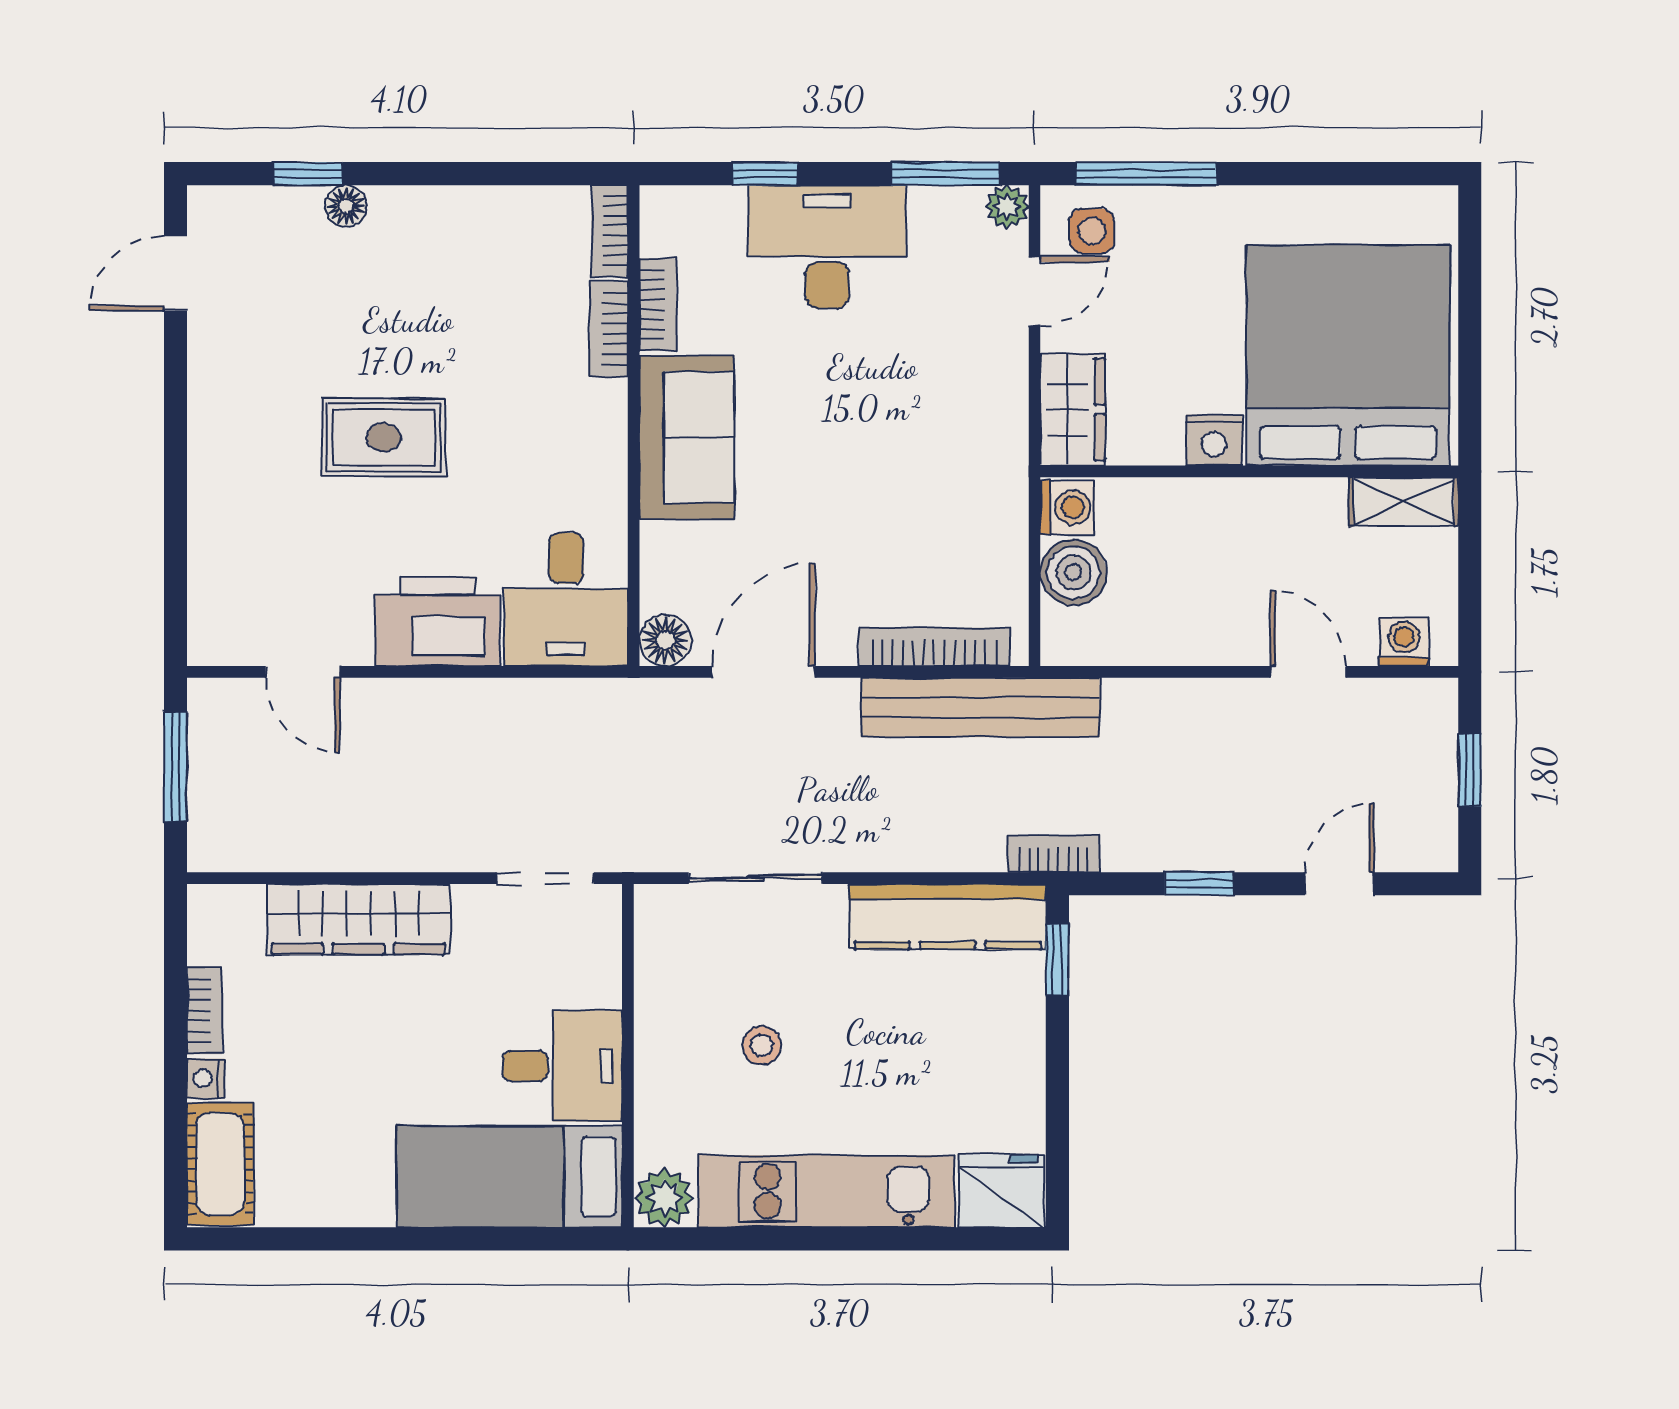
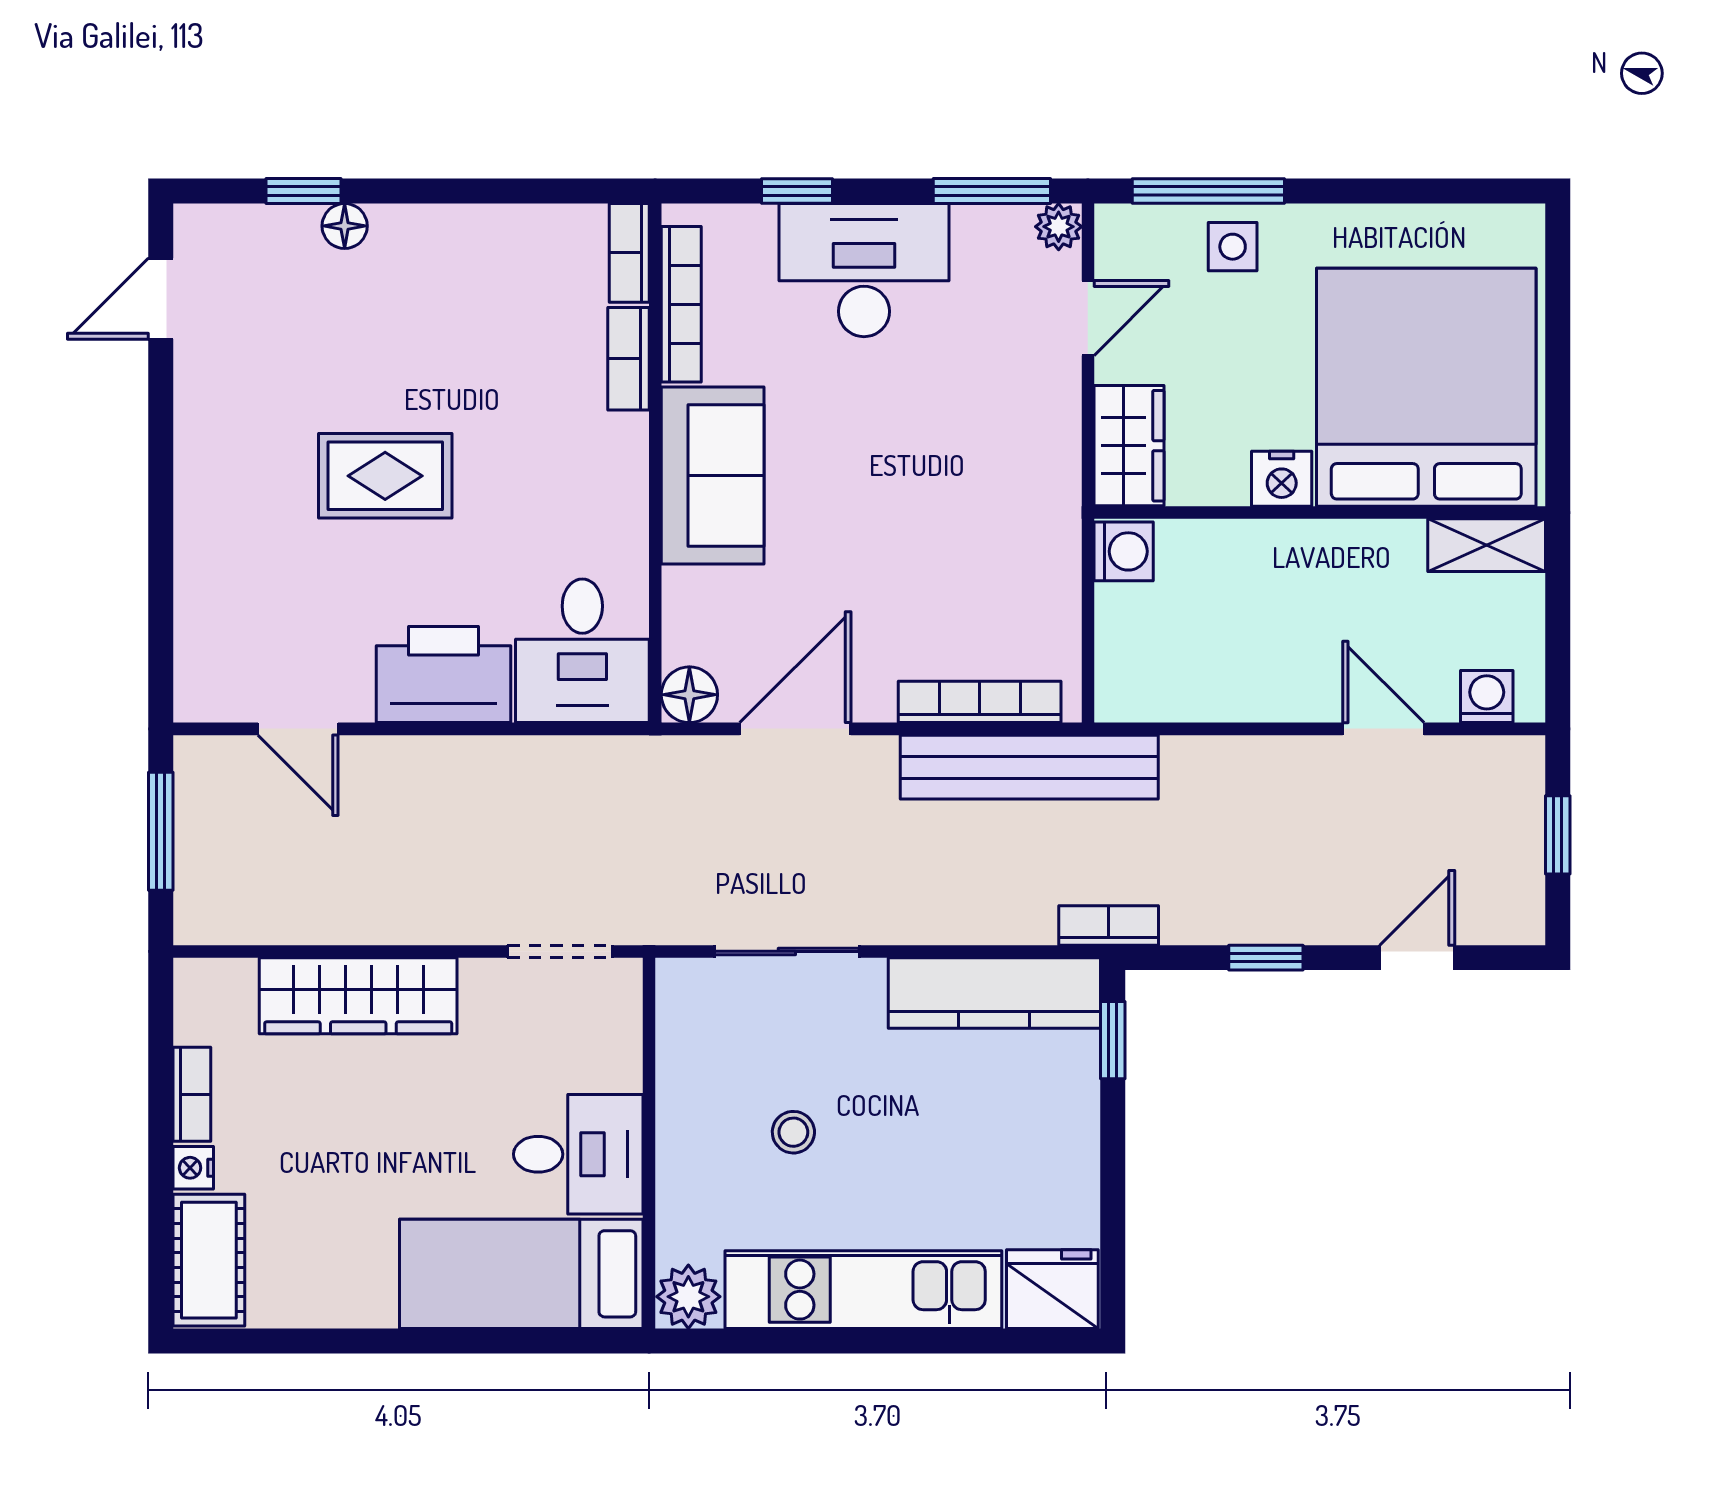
side table: (1092, 231) -> (1233, 247), moved
bookcase: (658, 304) -> (681, 304), width x1.56
boiler: (1073, 572) -> (1130, 621), removed

